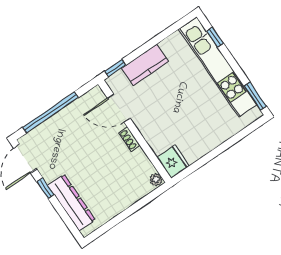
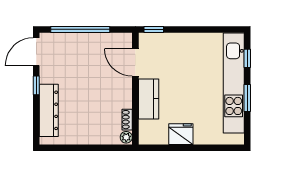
kitchen counter: (145, 65) -> (149, 99), moved, turned -90
window: (255, 96) -> (247, 98), moved
shoe rack: (129, 139) -> (127, 120), moved
fridge: (173, 162) -> (181, 134), moved, turned -90

